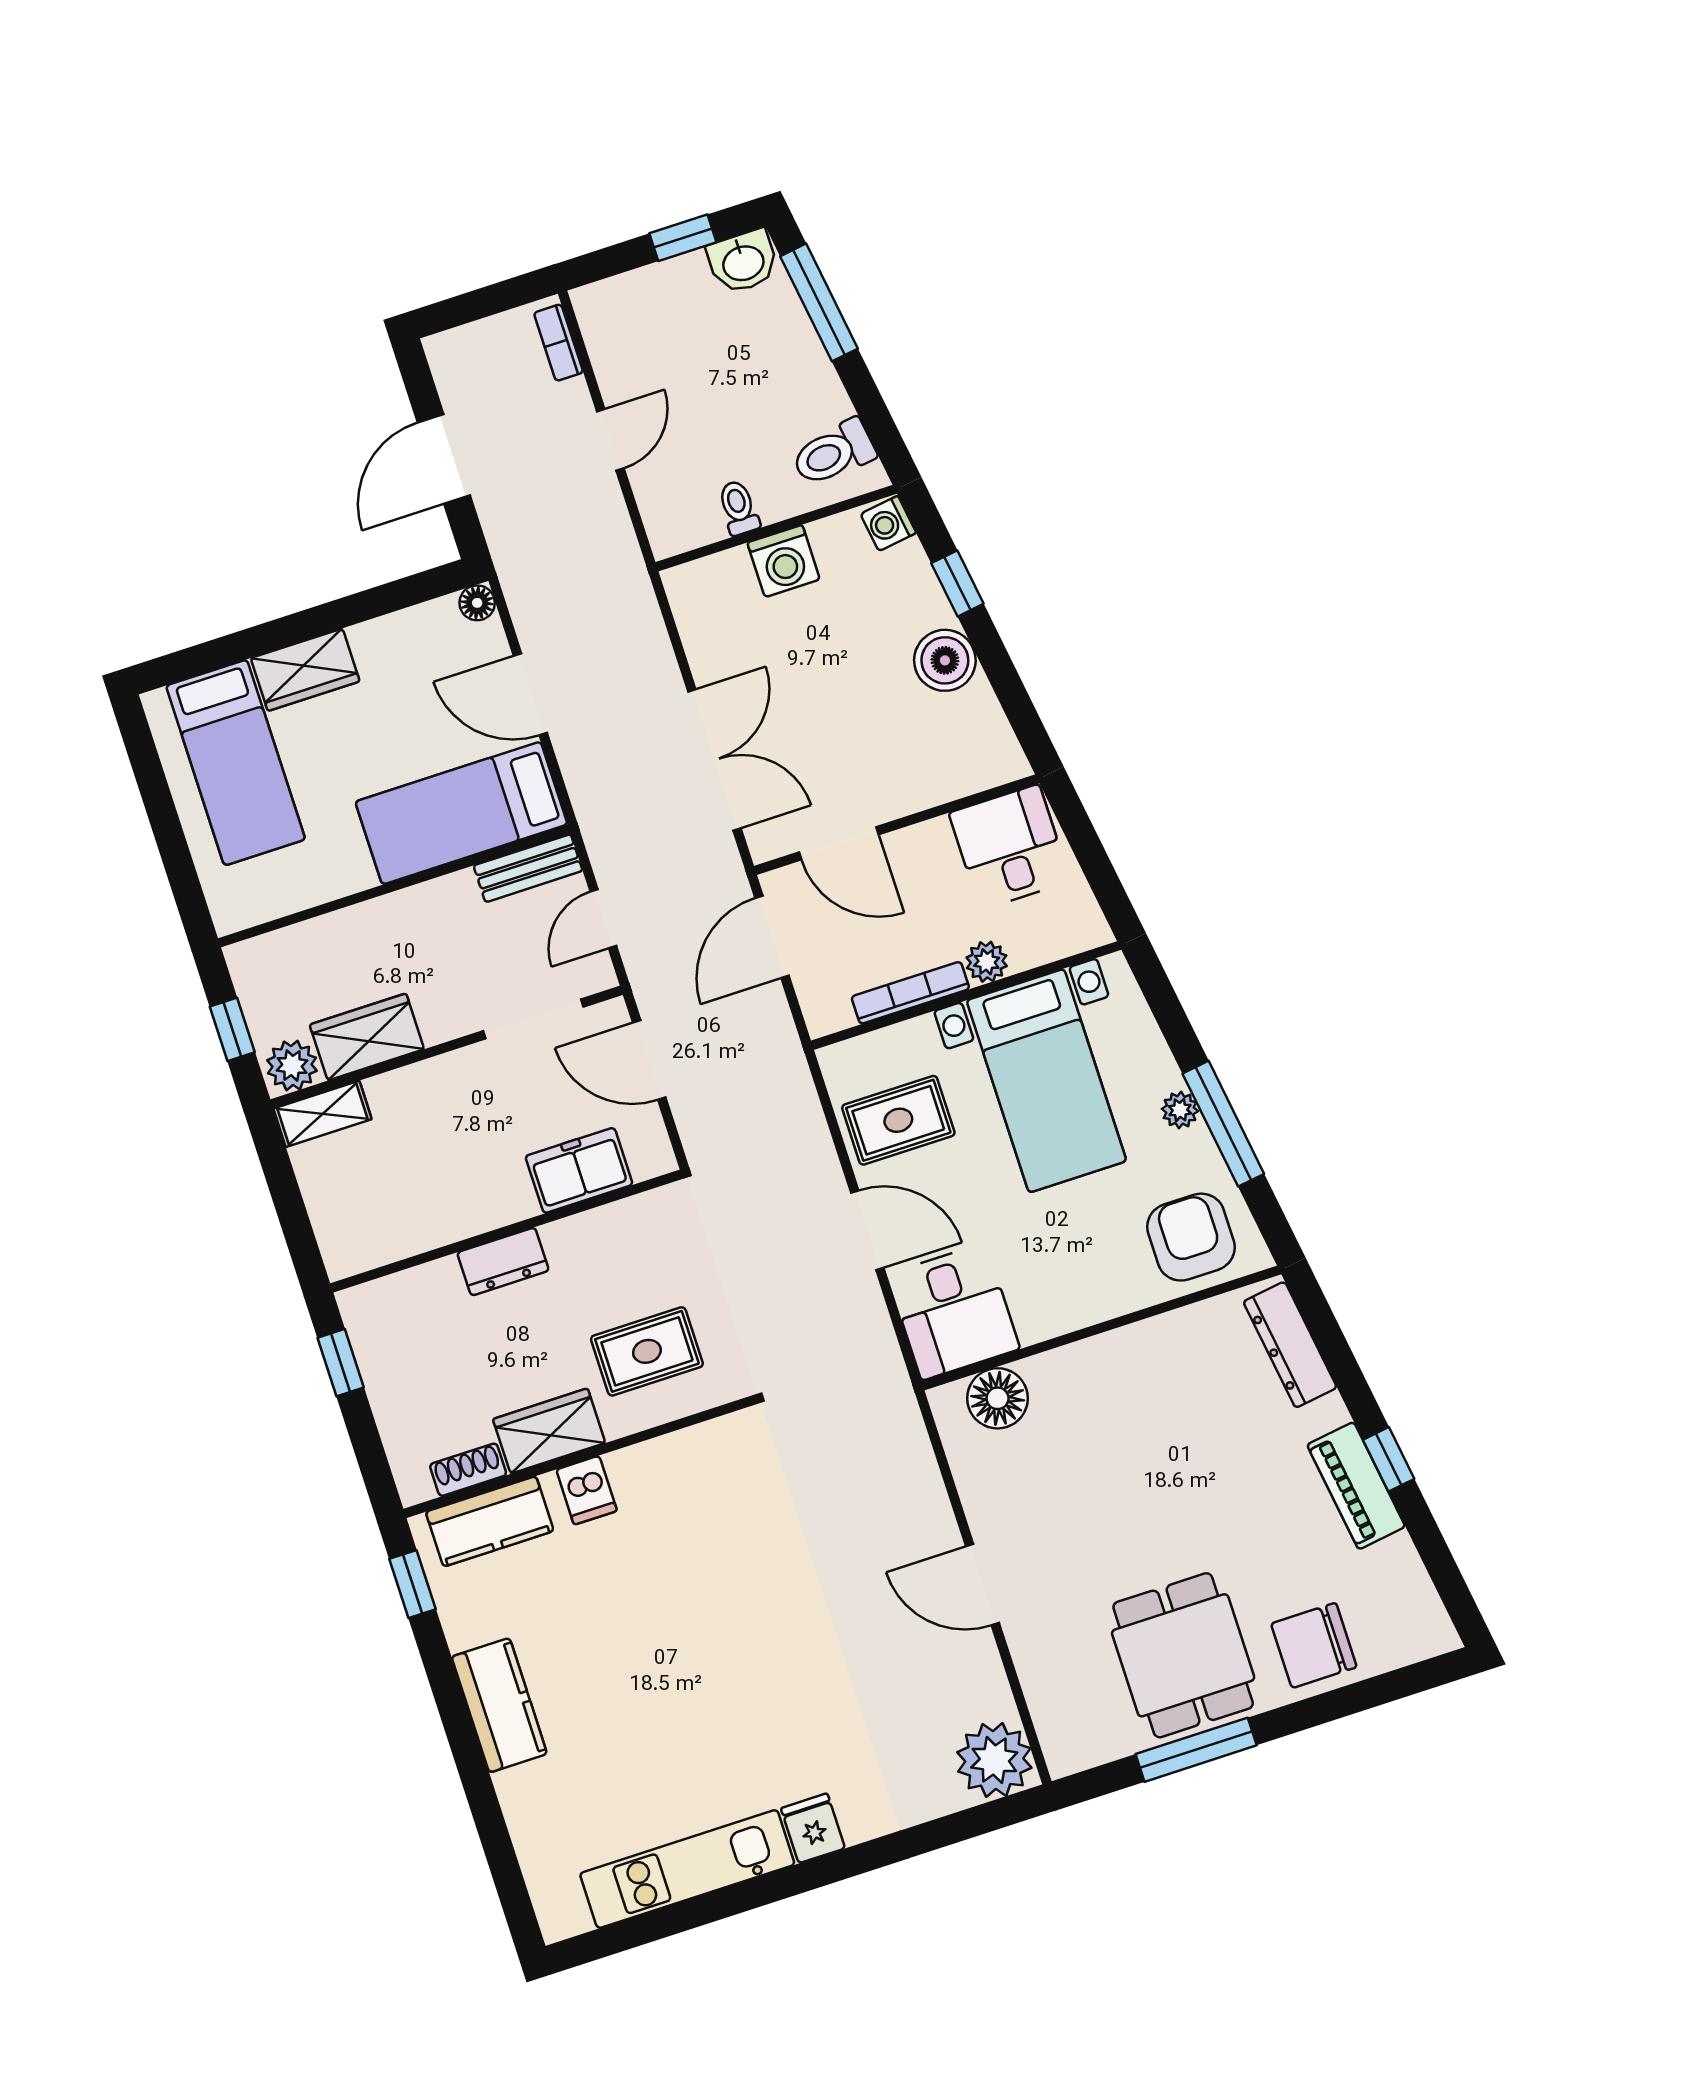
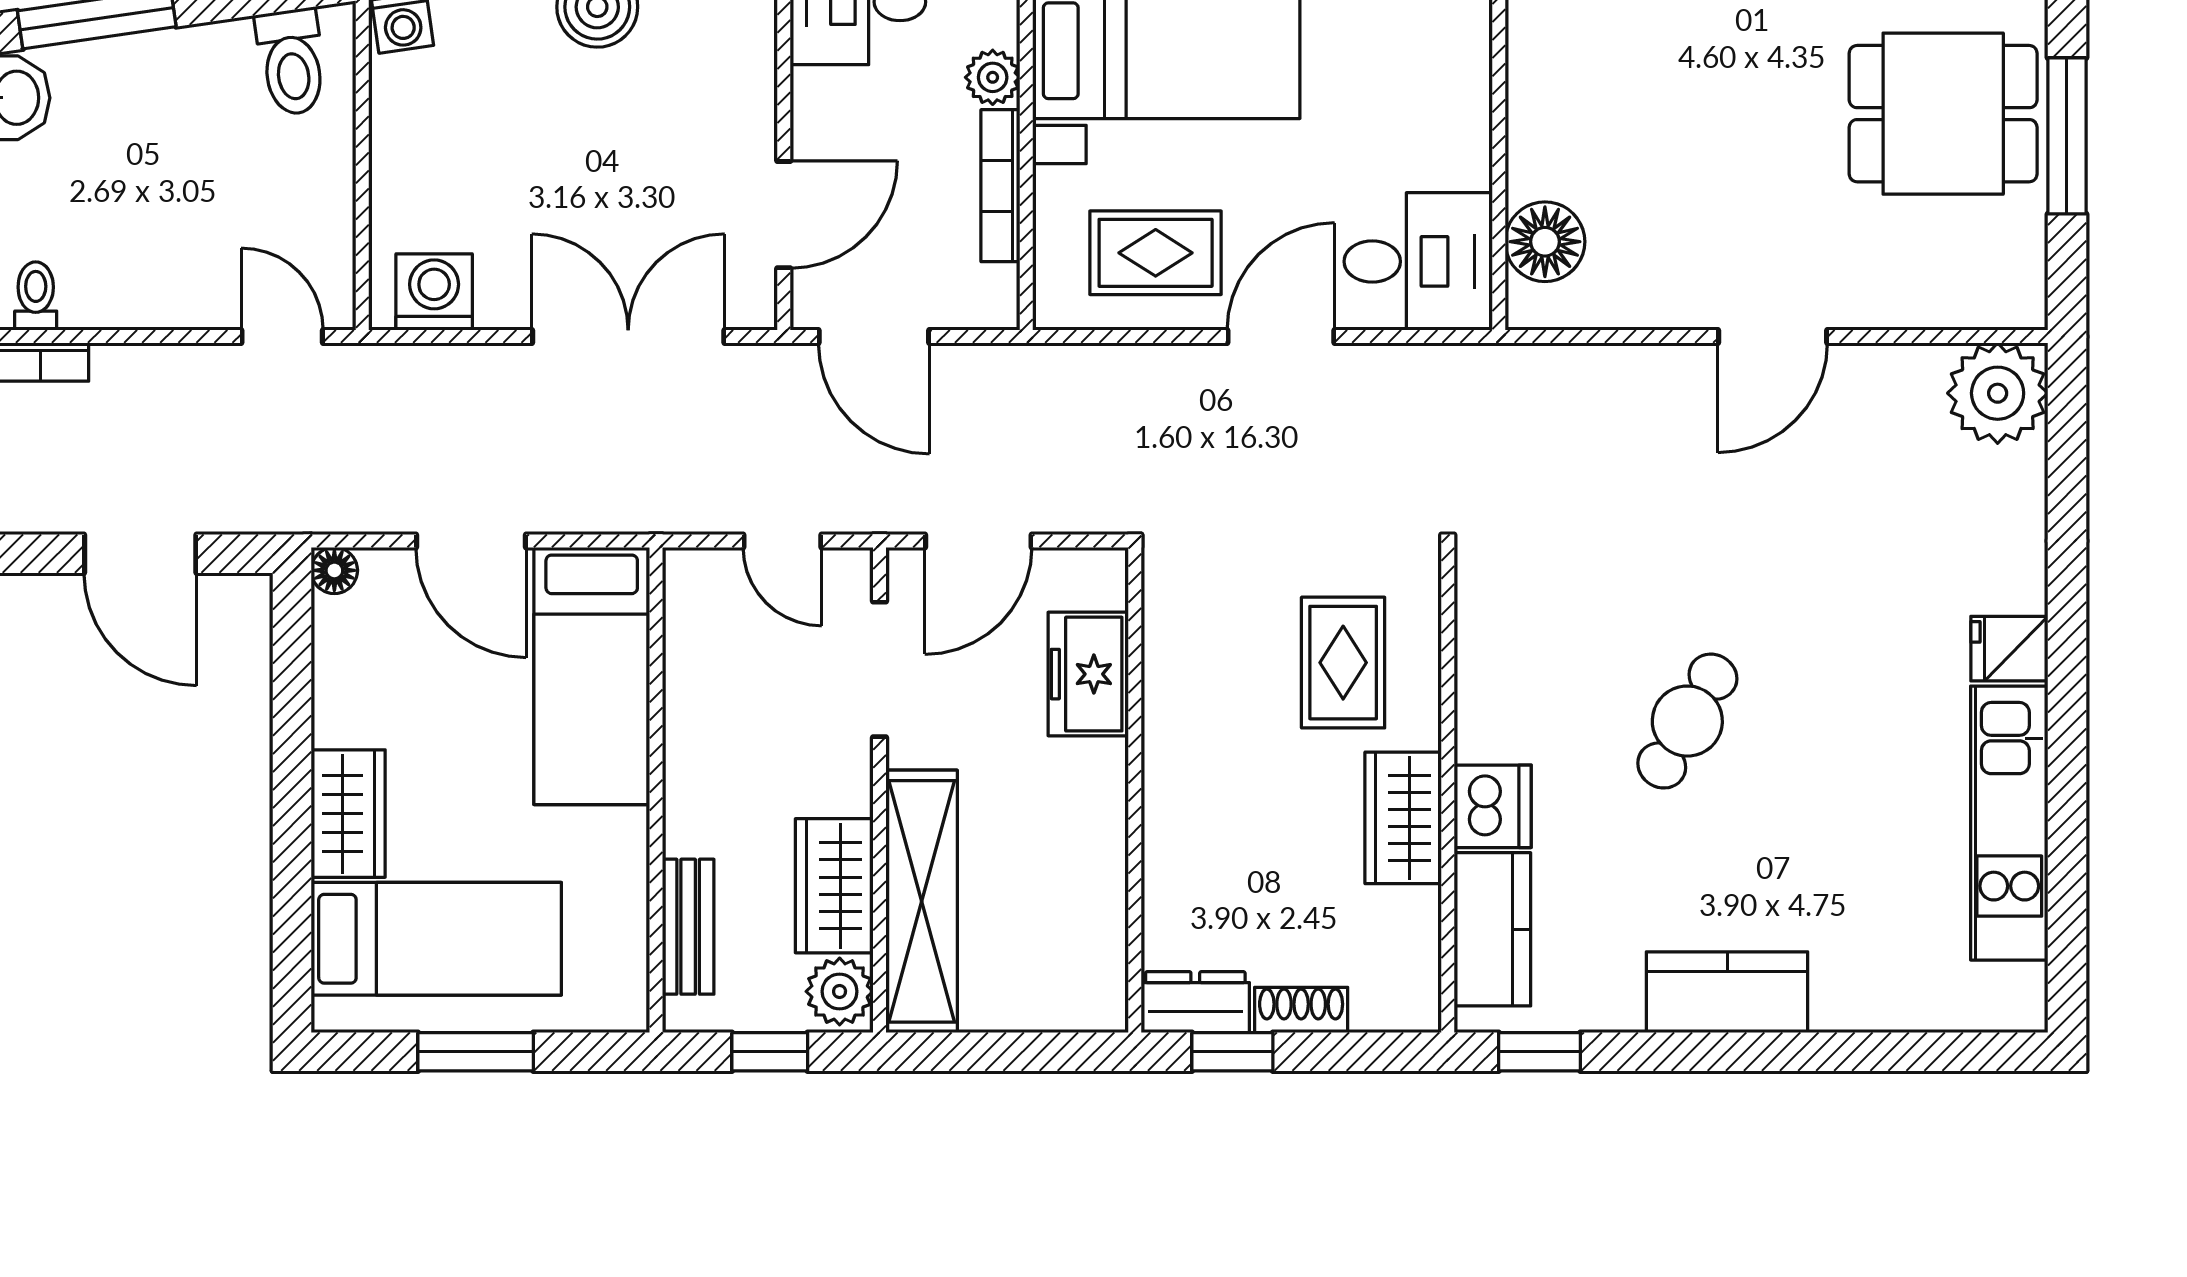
door: (610, 440) -> (282, 337), moved
toilet: (739, 508) -> (36, 296), moved, turned 90
washing machine: (784, 561) -> (434, 292), moved, turned -90
door: (530, 694) -> (471, 541), hinge flipped
window: (163, 817) -> (476, 1052), added
bench: (528, 868) -> (688, 927), moved
shelving: (323, 1114) -> (922, 901), width x2.20, depth x1.33
rug: (898, 1120) -> (1156, 253), turned 90
dresser: (503, 1262) -> (1195, 1002), moved, turned -90
shoe rack: (468, 1470) -> (1301, 1010), moved, turned 90
dishwasher: (587, 1490) -> (1493, 806), width x1.38
cafe table: (685, 1613) -> (1687, 721), added

